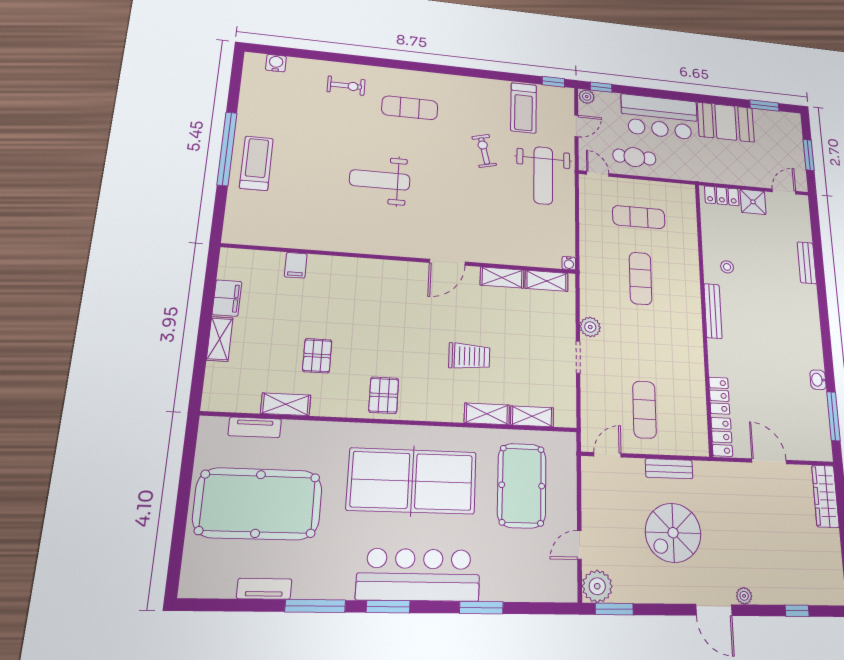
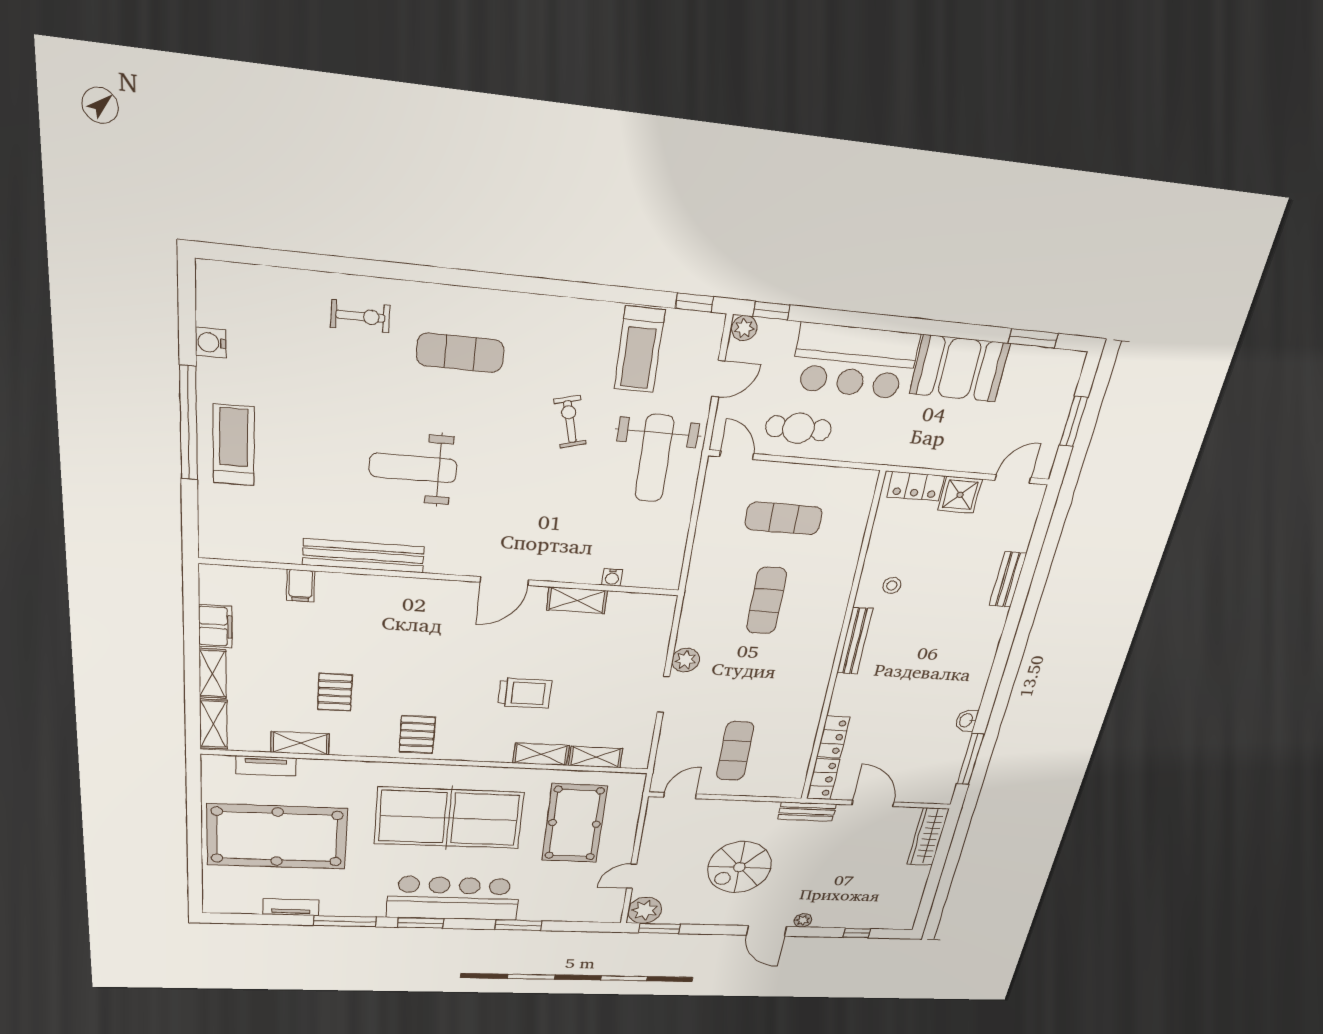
water cooler: (276, 63) -> (211, 343), moved, turned -90
bench: (344, 242) -> (363, 556), added
water cooler: (569, 263) -> (612, 577), moved
shelving: (546, 281) -> (213, 724), moved, turned 90
bench: (669, 469) -> (807, 812), moved

